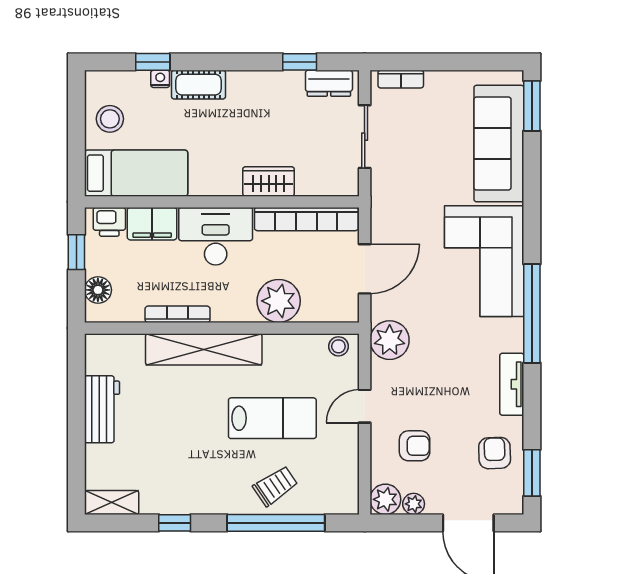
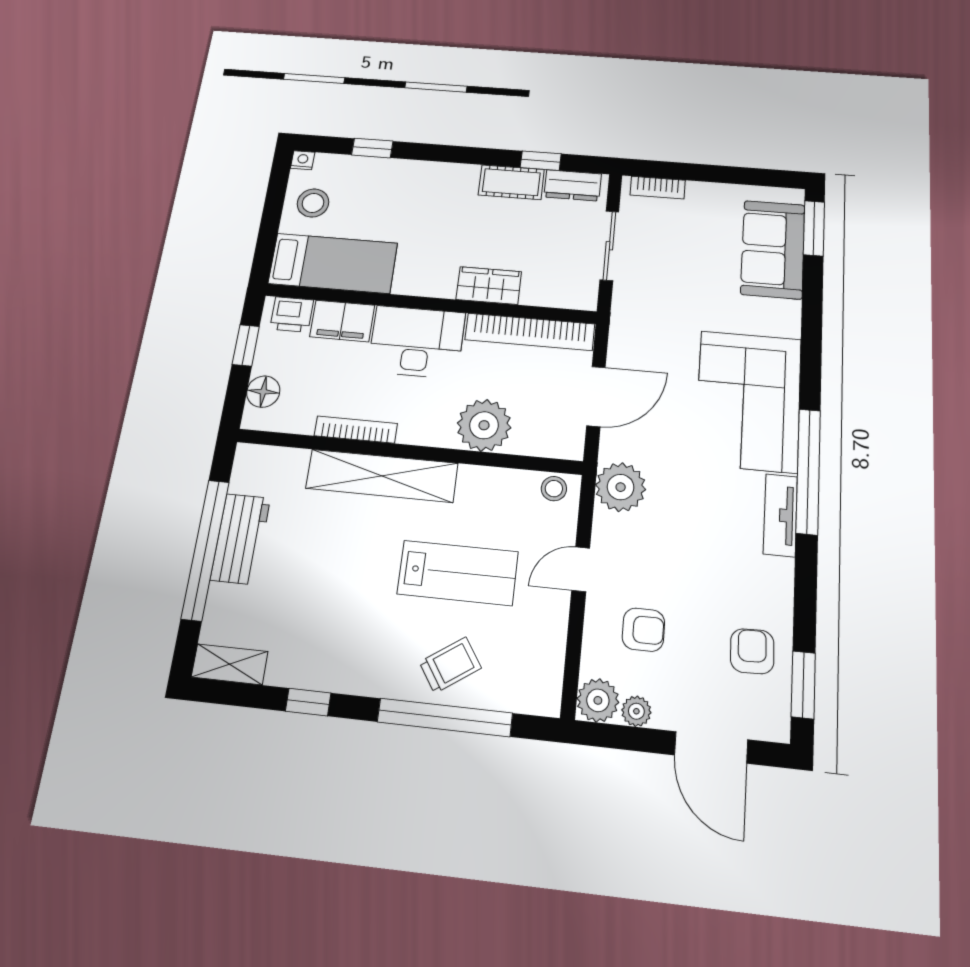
nightstand: (160, 79) -> (303, 160), moved
cot: (199, 85) -> (511, 182), moved
sofa: (499, 144) -> (773, 249), width x0.73
tv unit: (512, 384) -> (780, 515), moved
window: (76, 420) -> (205, 549), added

